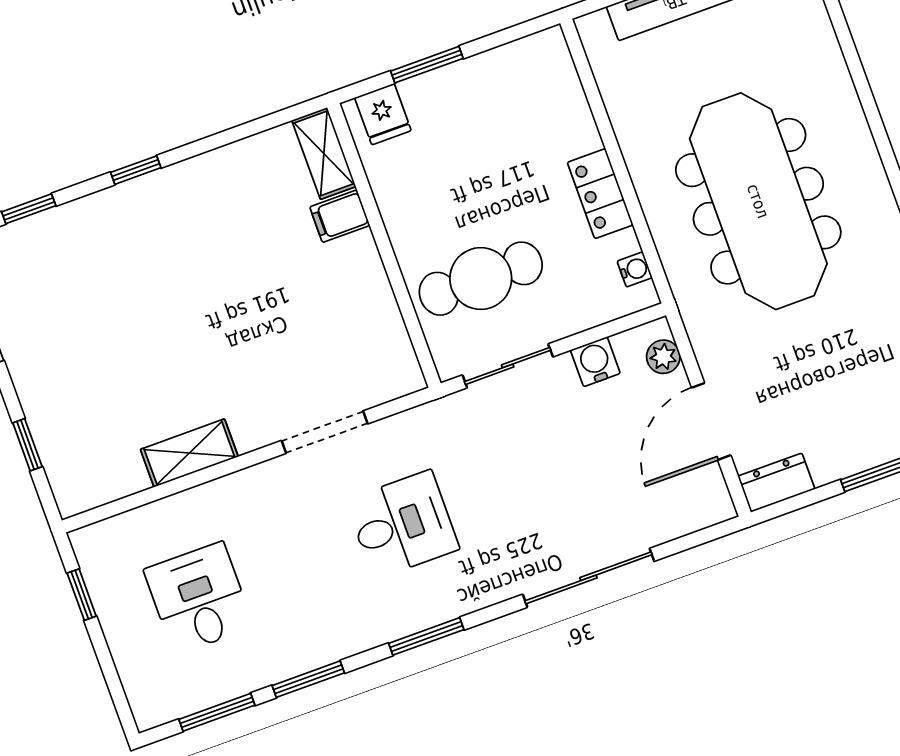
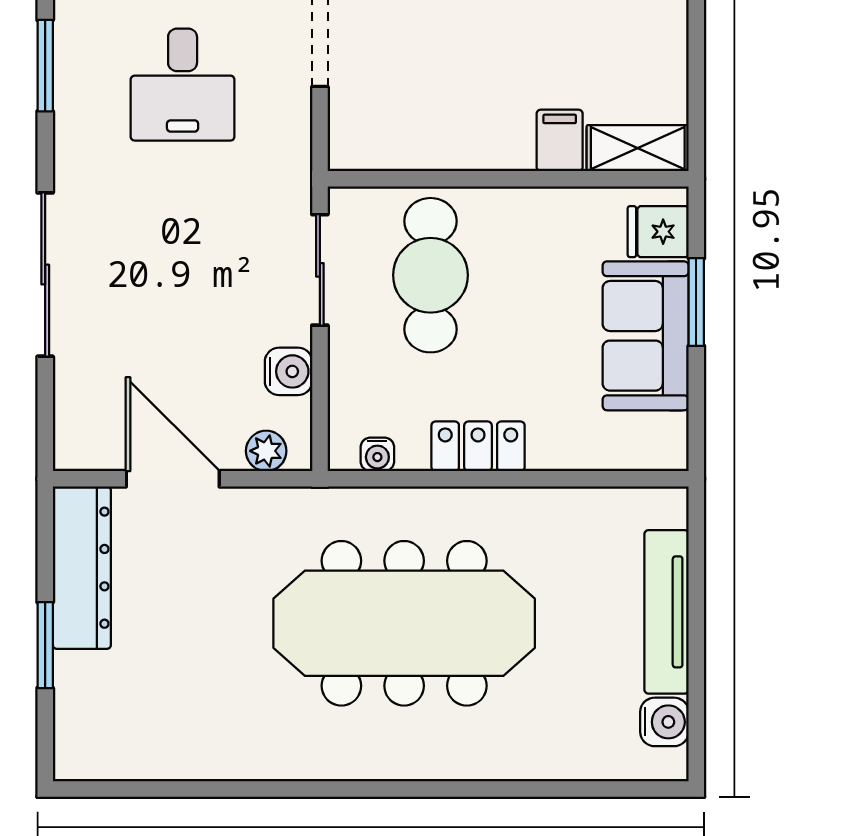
sofa: (467, 95) -> (646, 336), added
dresser: (776, 483) -> (82, 568), width x1.96, depth x1.24

